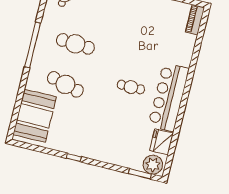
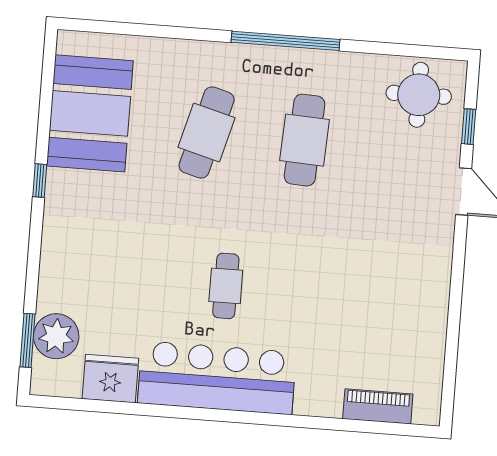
piano: (195, 20) -> (378, 406), moved
booth: (35, 116) -> (90, 113), moved, turned 90
plant: (153, 165) -> (56, 336), moved

